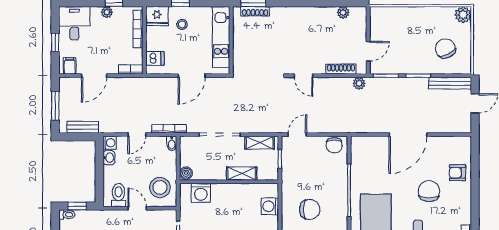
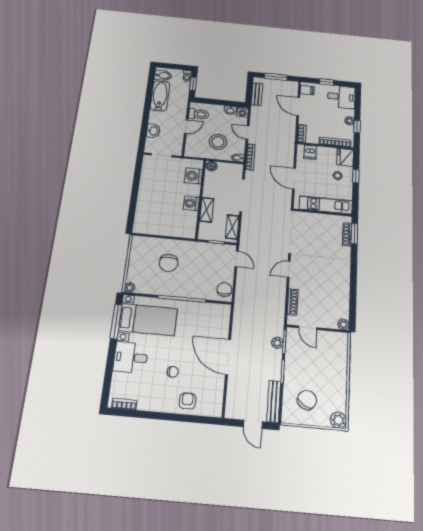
plant: (343, 12) -> (343, 324), moved
chair: (445, 48) -> (307, 400), turned -37
plant: (359, 83) -> (277, 343), moved
chair: (334, 145) -> (224, 290), turned 90
stool: (160, 187) -> (218, 142), moved
chair: (429, 191) -> (173, 372), width x0.54, depth x0.54
washing machine: (270, 206) -> (191, 203), moved, turned -90

